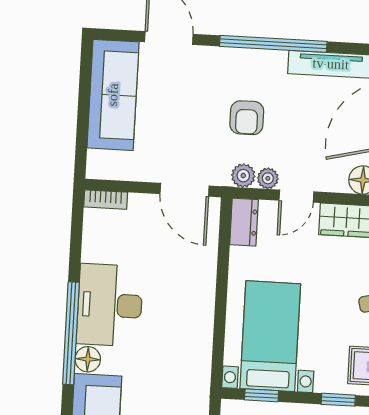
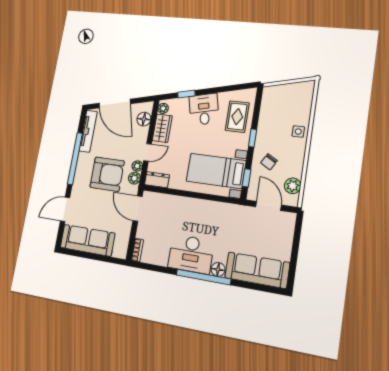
armchair: (247, 118) -> (107, 174), width x1.88, depth x1.88
door: (185, 190) -> (138, 209), swing flipped
door: (296, 196) -> (148, 152), hinge flipped

